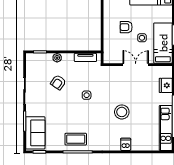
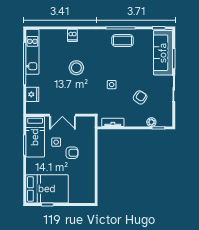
plant: (57, 58) -> (151, 122), moved
sofa: (35, 133) -> (163, 53), width x1.36

